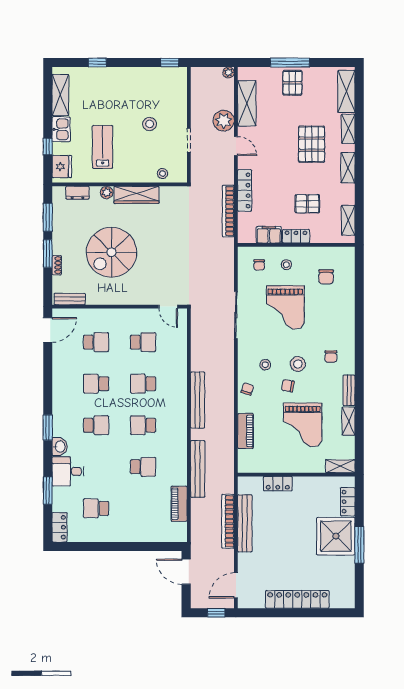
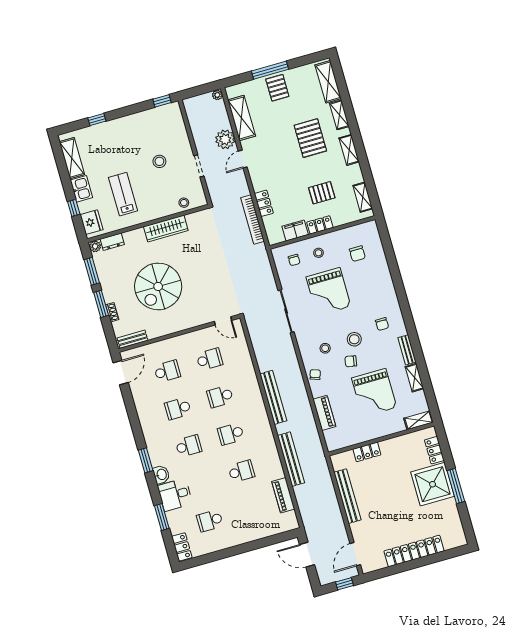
door: (236, 146) -> (243, 159), swing flipped
locker: (245, 190) -> (264, 203), width x0.66
plant: (107, 192) -> (95, 246), moved
bookcase: (228, 521) -> (332, 498), removed

